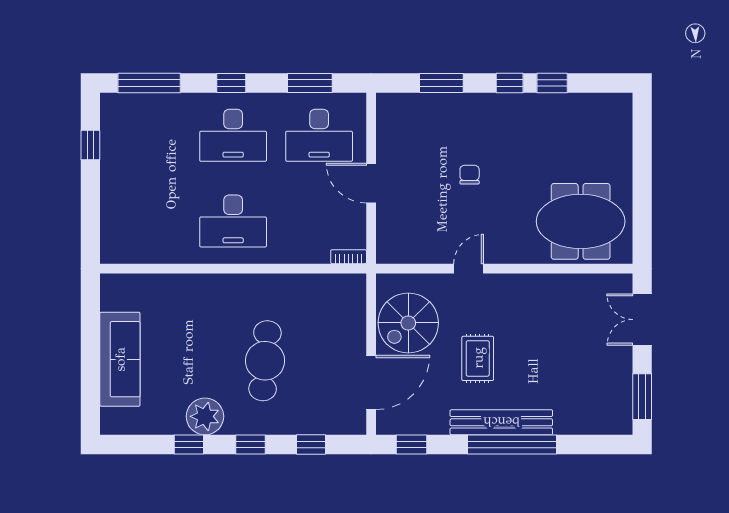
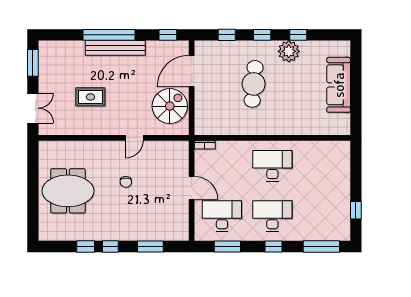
chair: (470, 175) -> (126, 182), moved
meeting table: (581, 221) -> (68, 191), moved
rug: (478, 358) -> (90, 97), moved, turned 90

